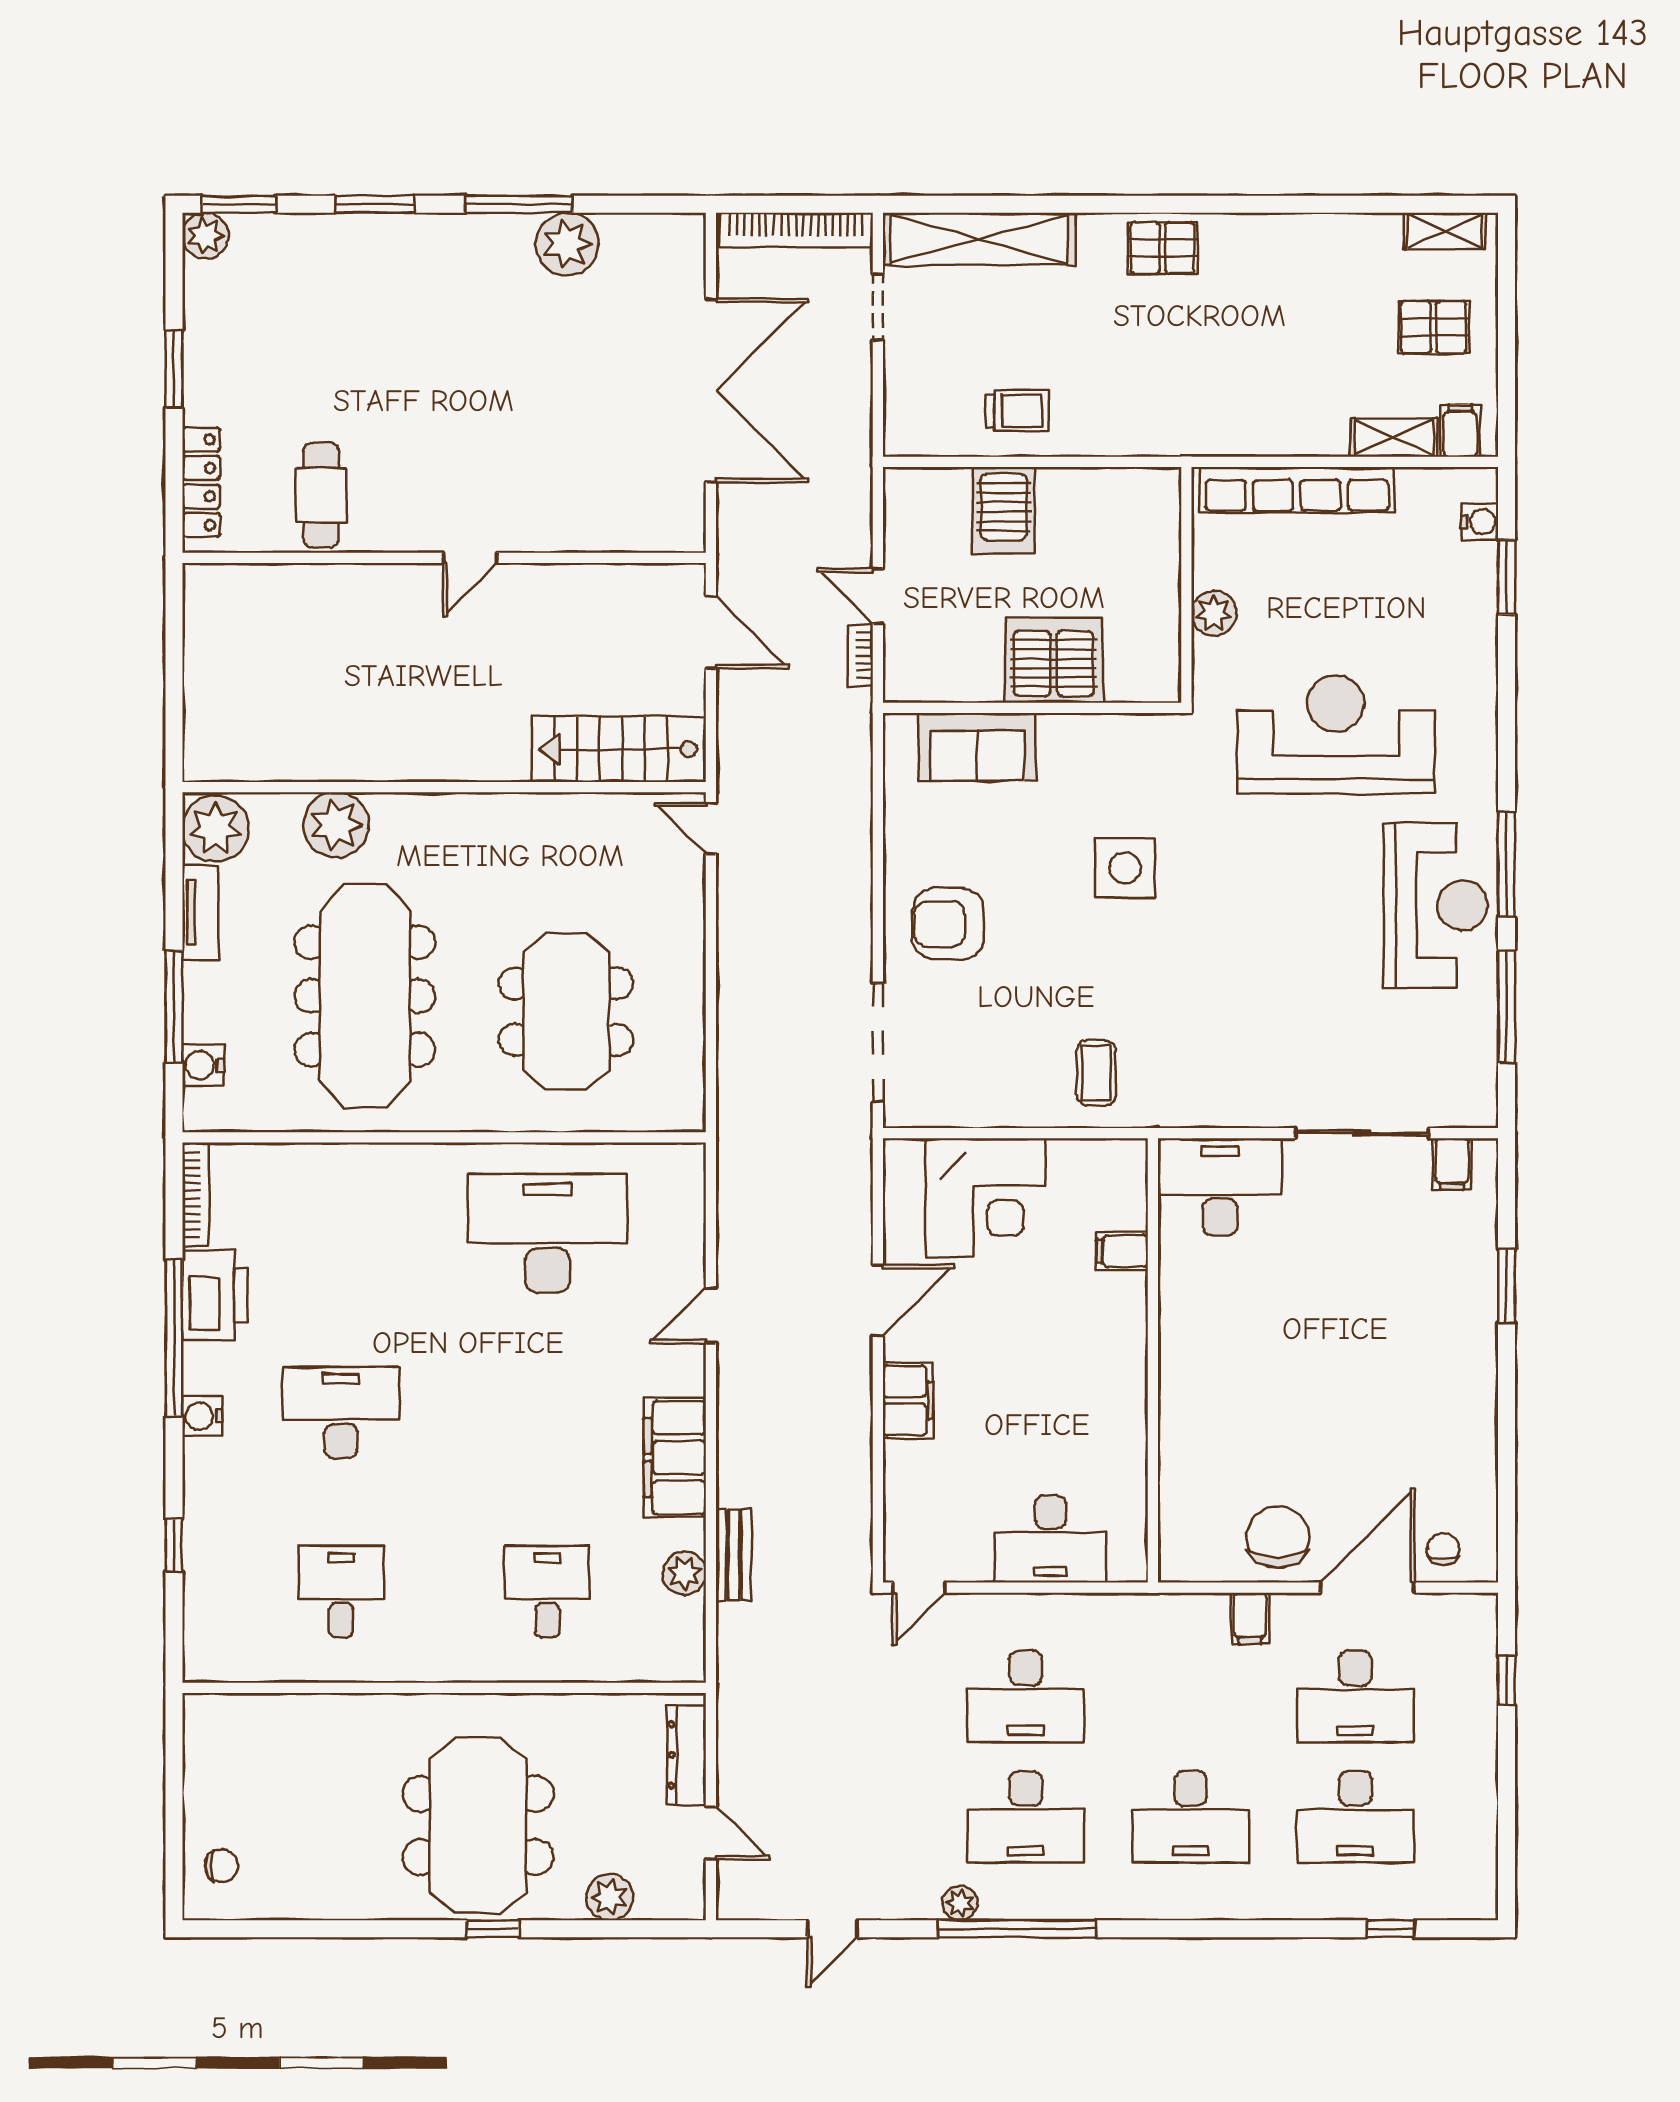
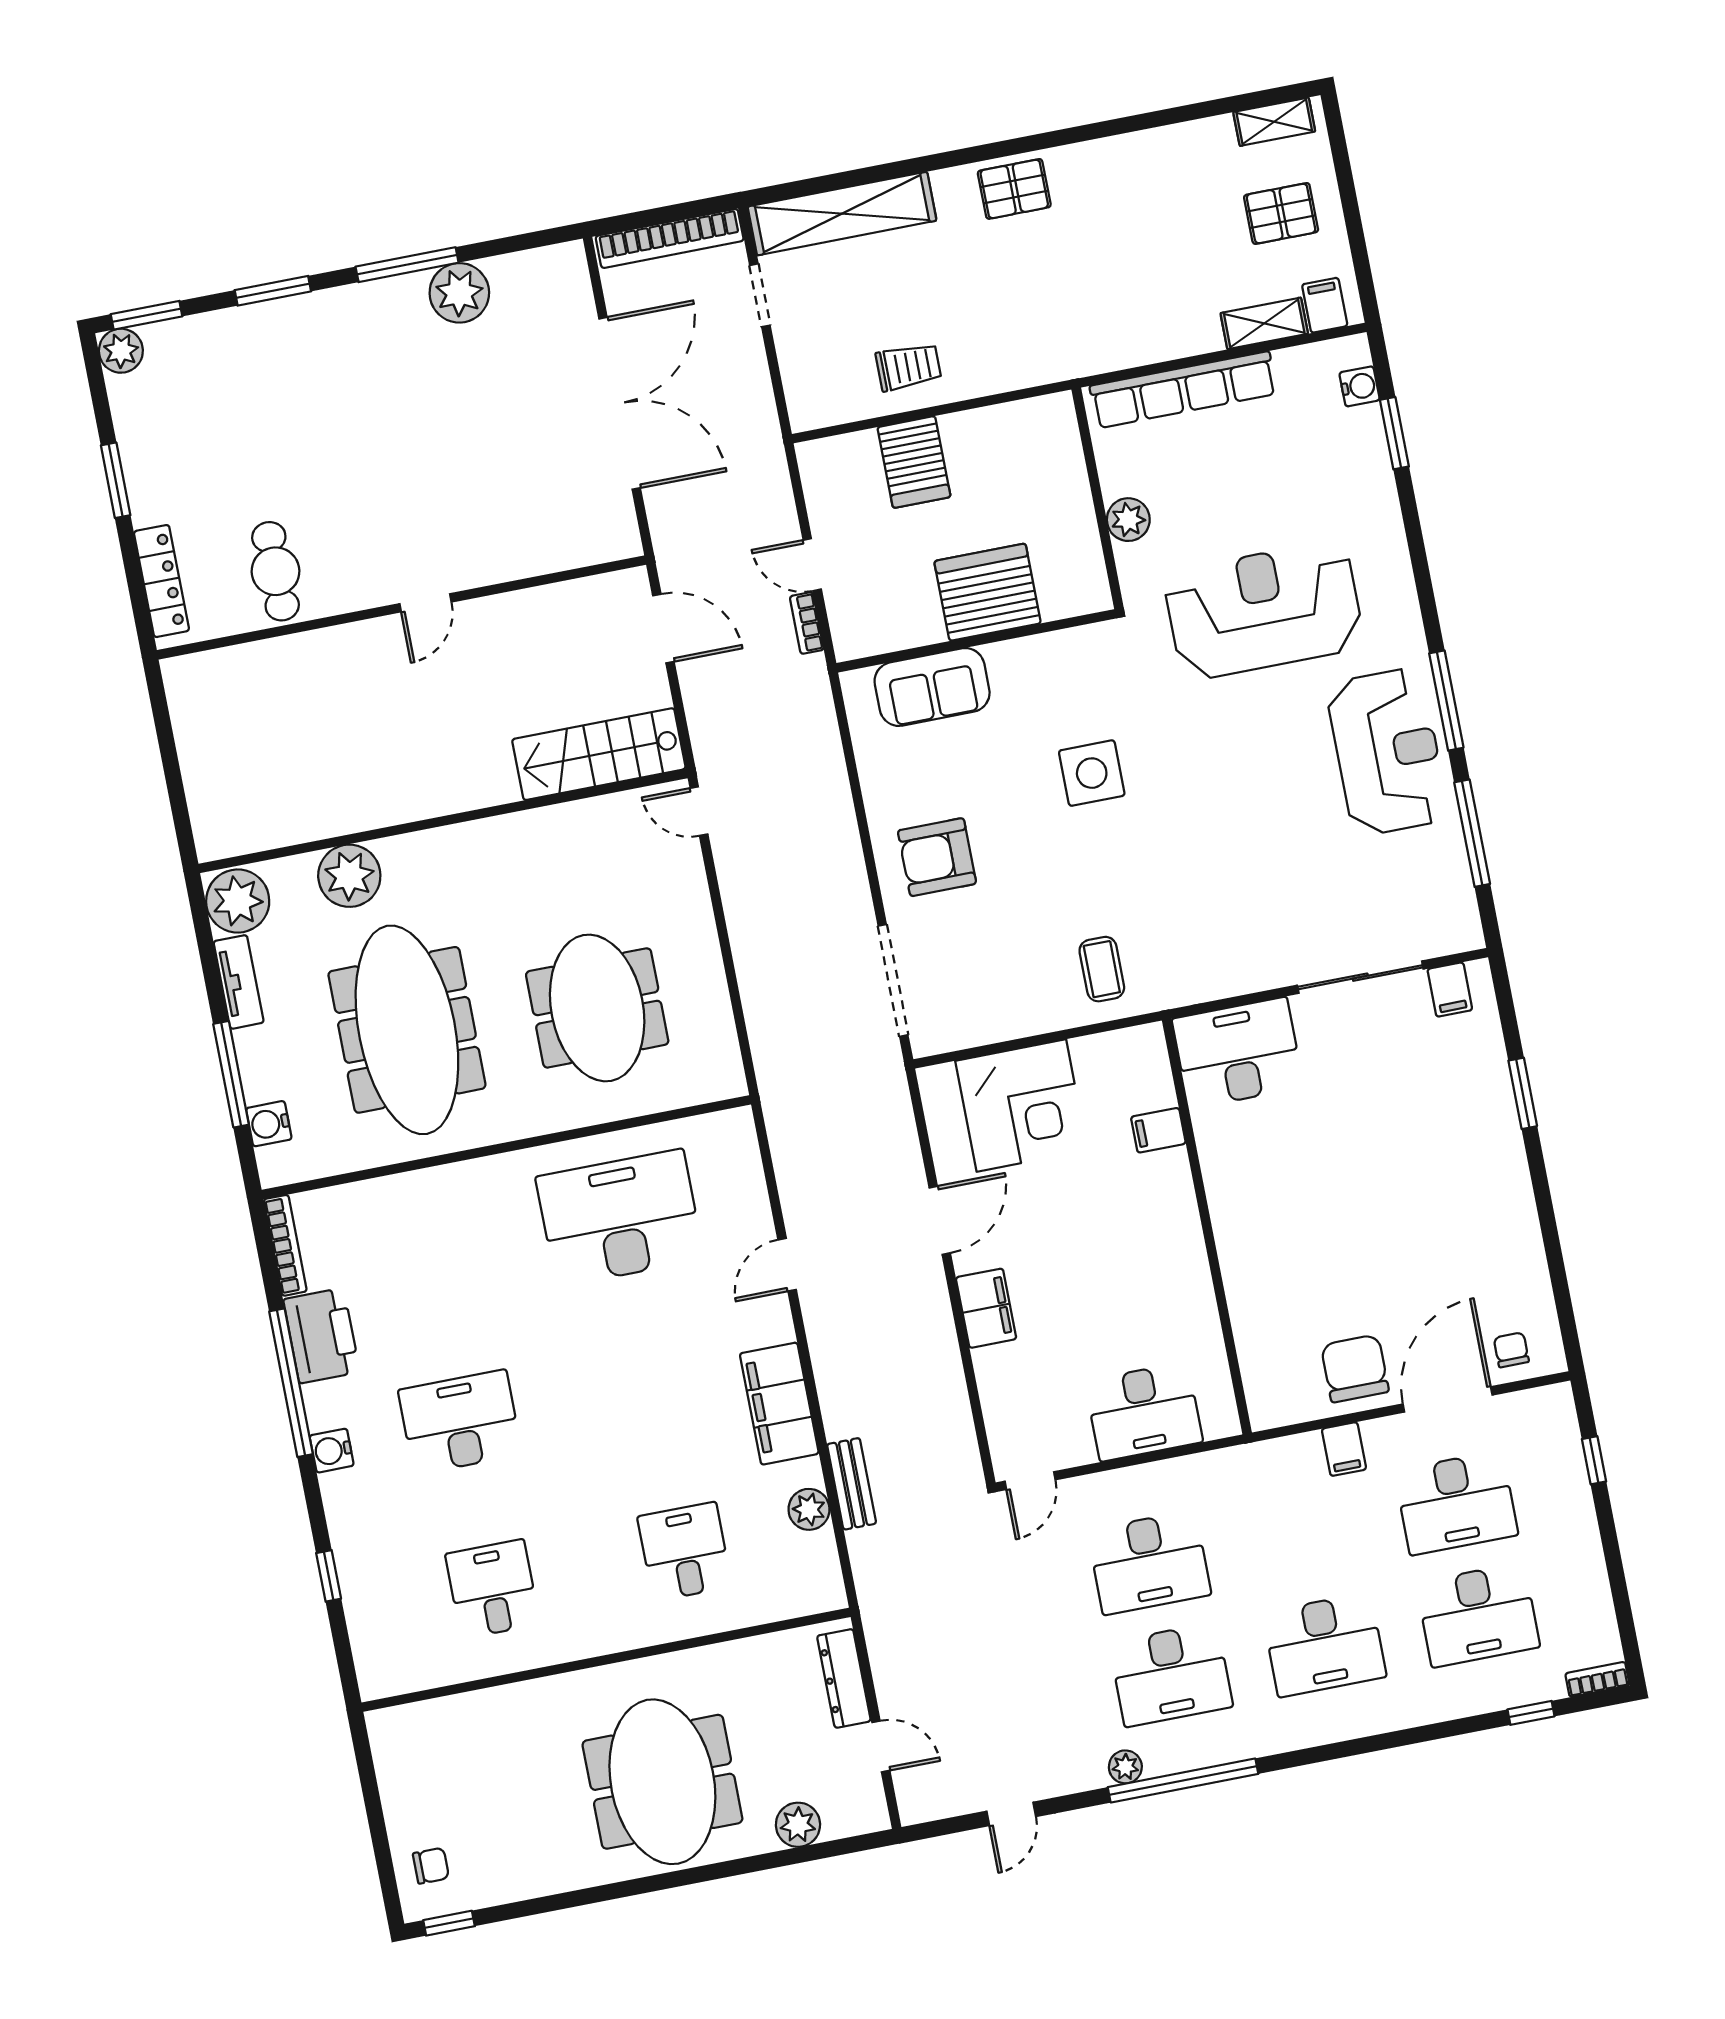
bookcase: (1466, 1908) -> (1597, 1679), added
window: (493, 1929) -> (449, 1923), moved

